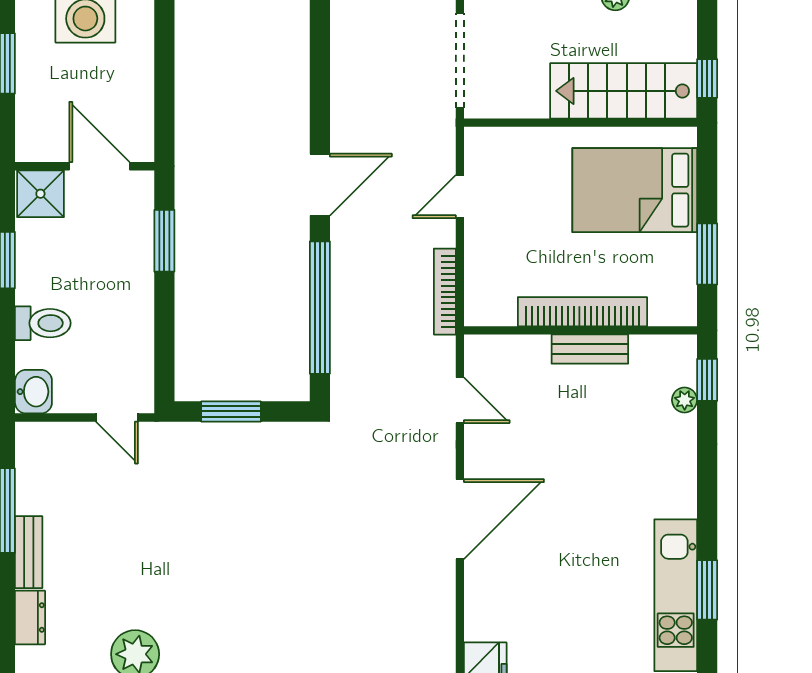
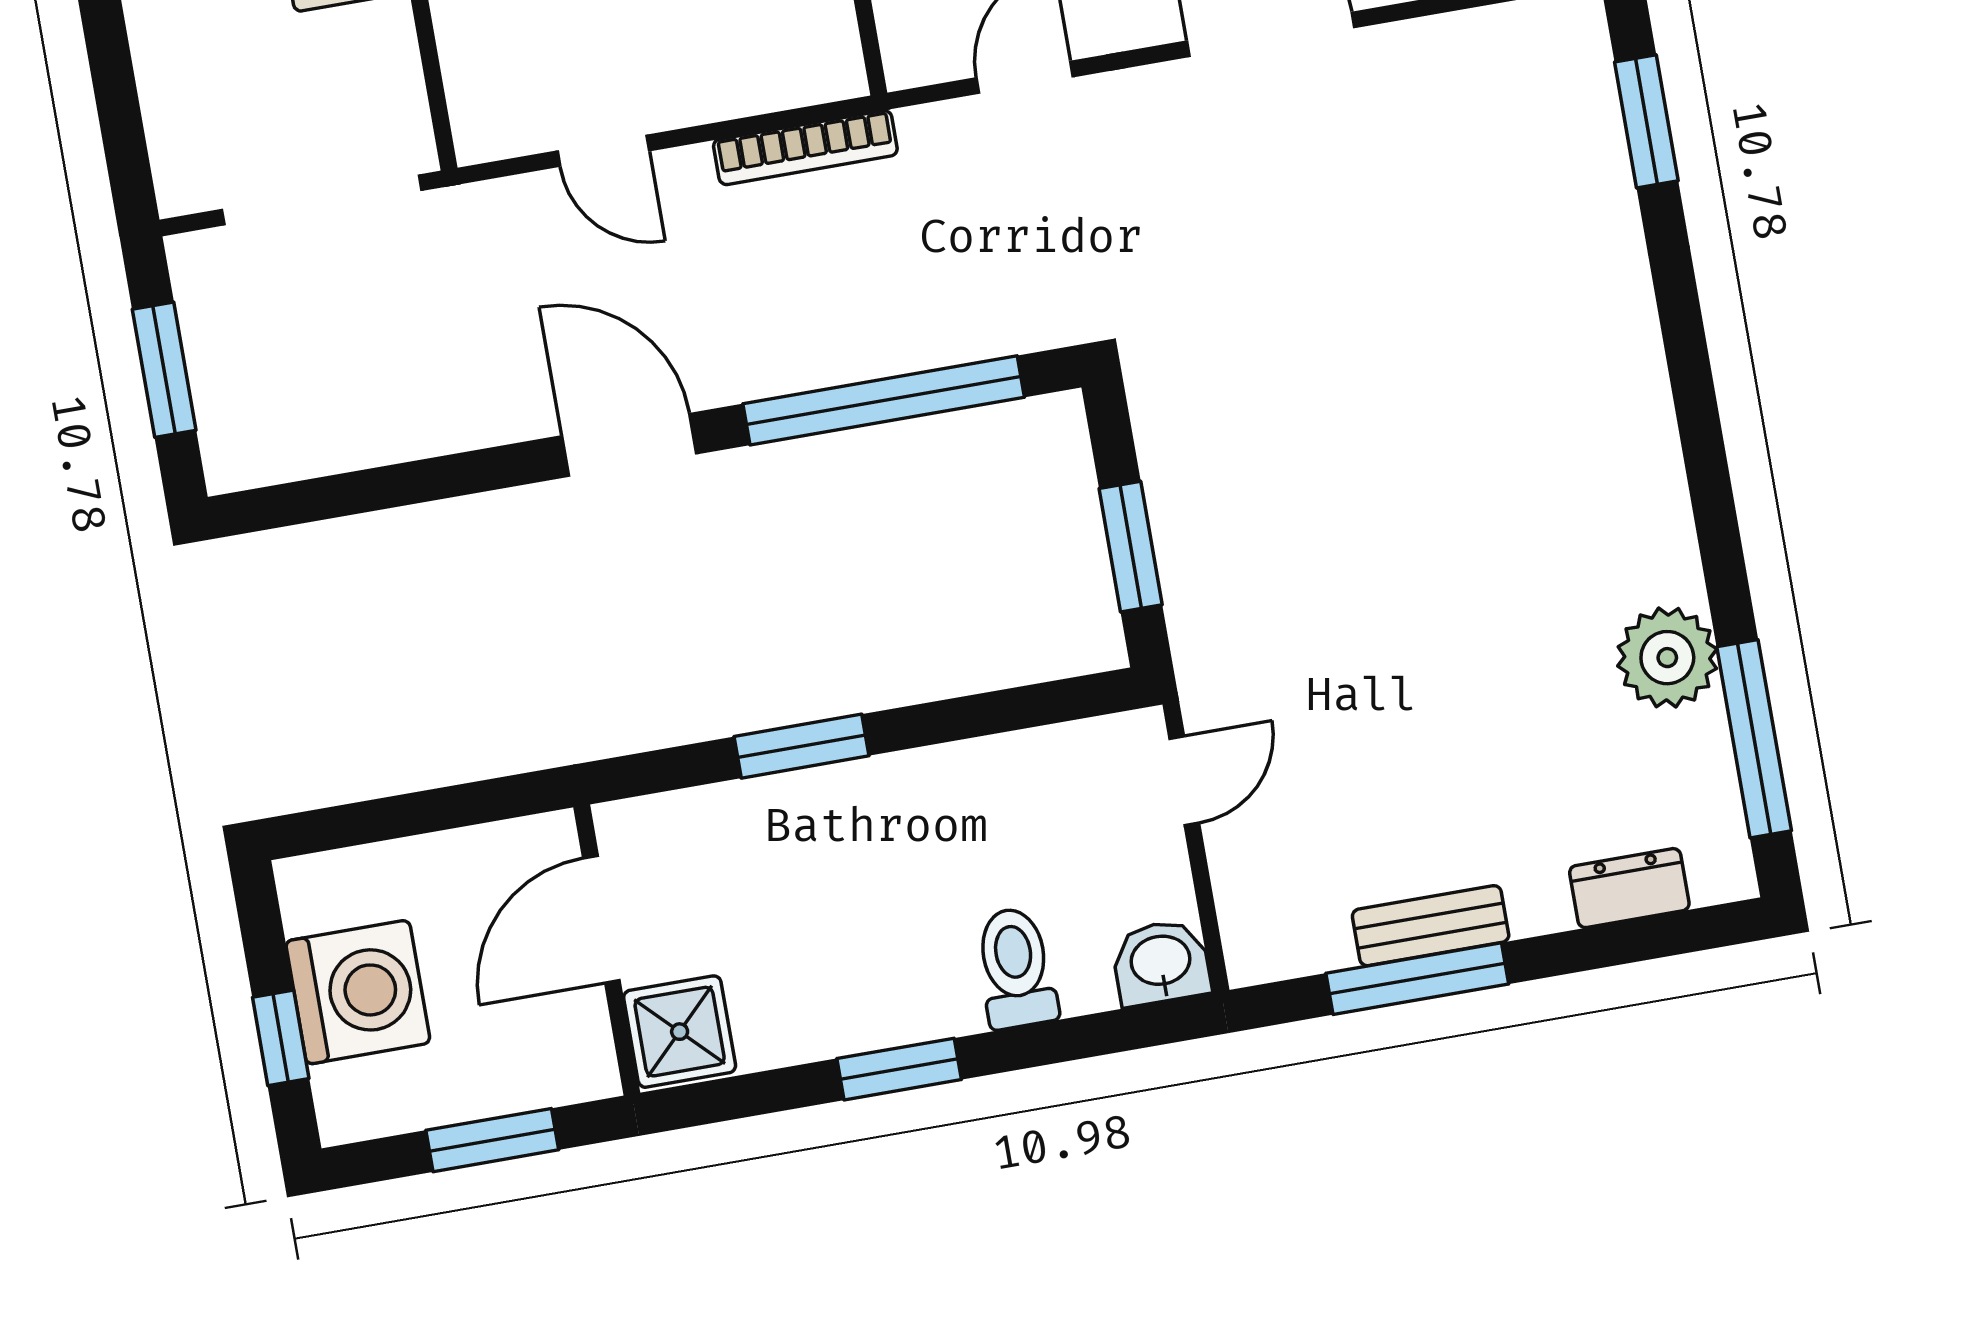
wall: (85, 166) -> (607, 950), moved
door: (99, 166) -> (601, 919), moved
shower: (40, 194) -> (680, 1032), moved
bench: (29, 552) -> (1431, 926), moved

